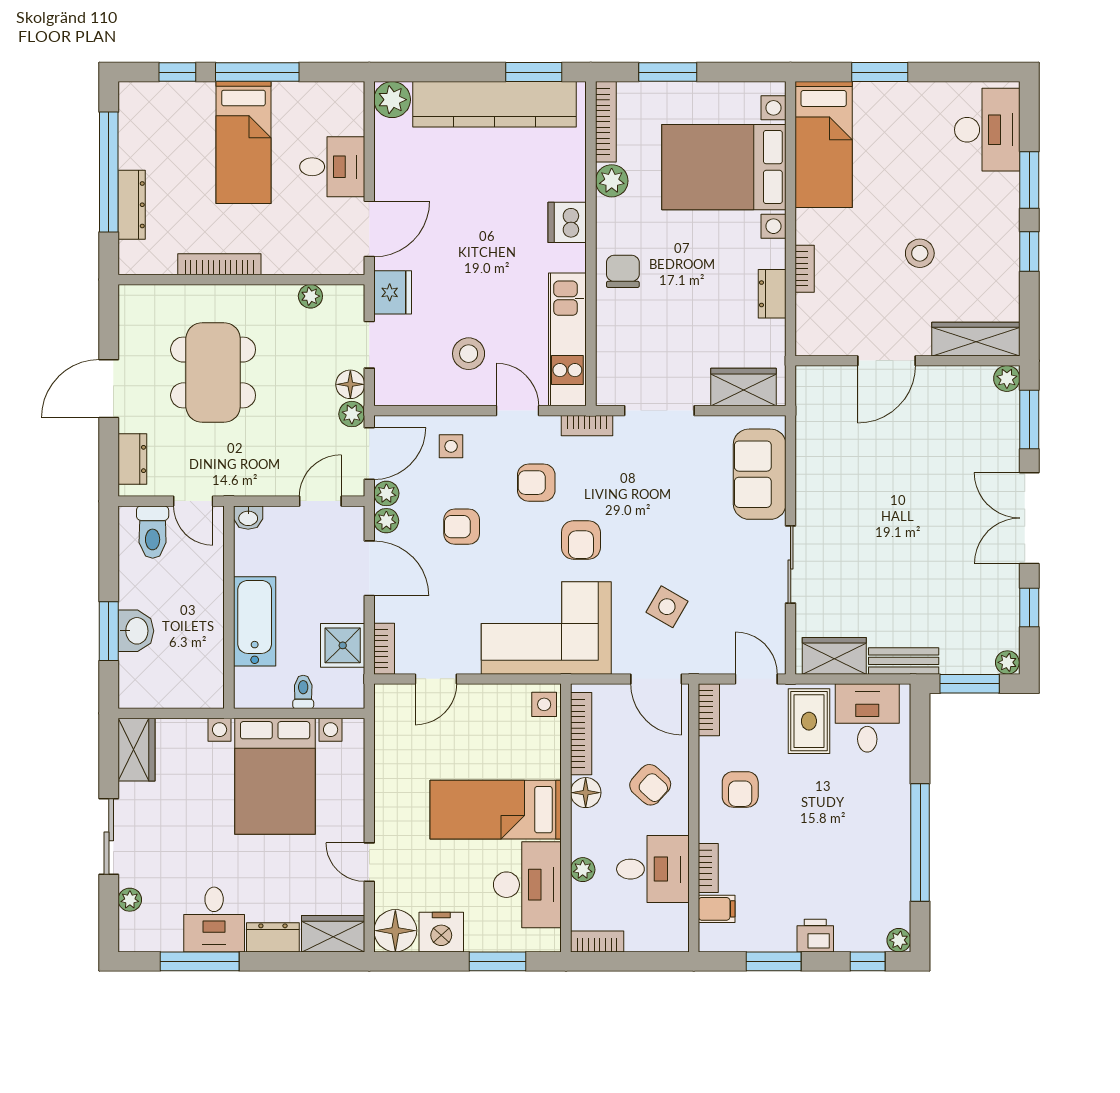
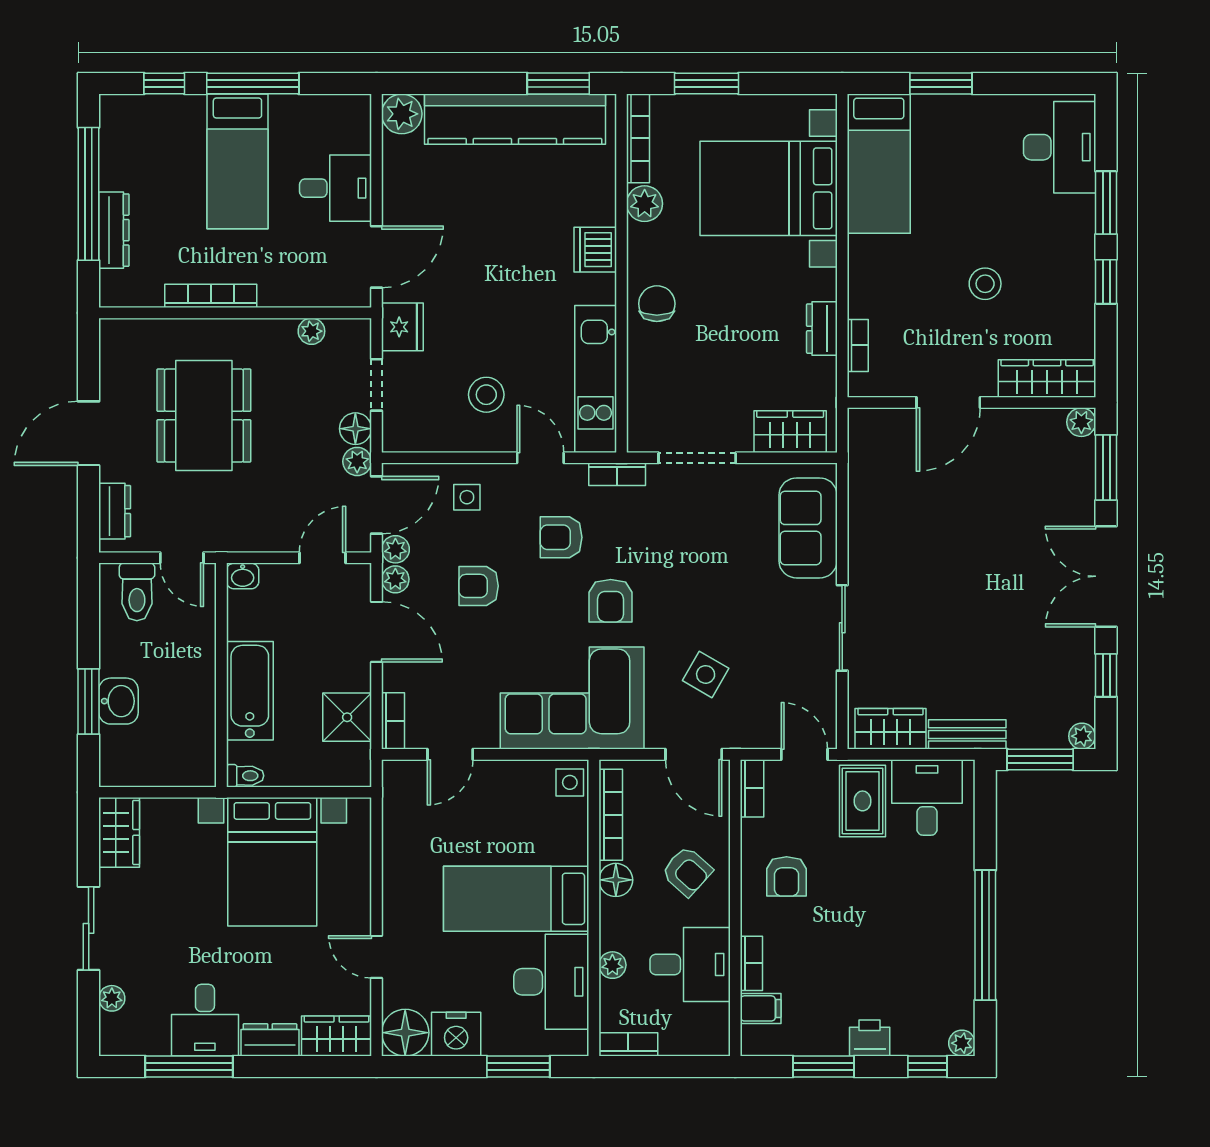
bookcase: (805, 269) -> (858, 345), moved
toilet: (303, 692) -> (245, 776), moved, turned 90

